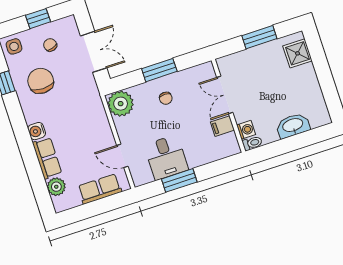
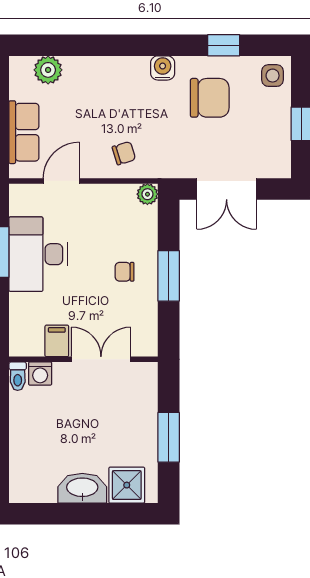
chair: (50, 45) -> (124, 153), moved
plant: (121, 104) -> (147, 194), width x0.53, depth x0.53
washbasin: (293, 126) -> (82, 488), moved, turned -90
water cooler: (37, 131) -> (163, 68), moved
desk: (166, 157) -> (38, 254), width x1.37
row of seats: (47, 158) -> (94, 70), removed

